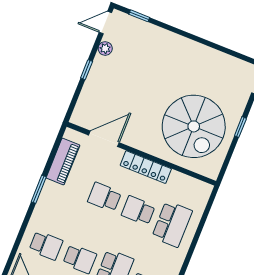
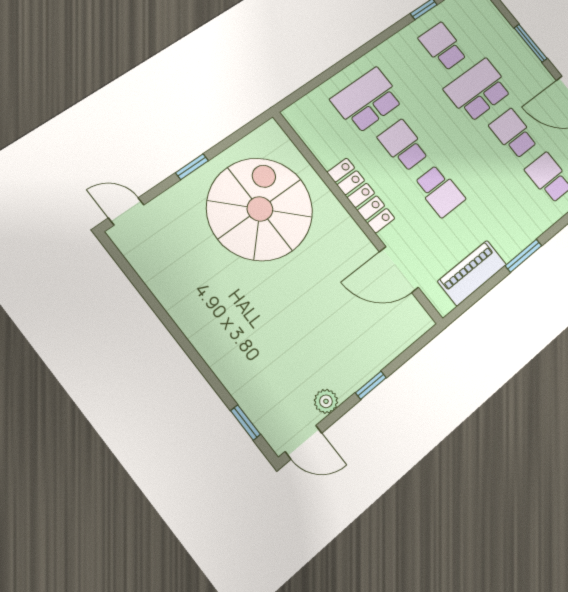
school desk: (138, 211) -> (403, 145), turned 180

